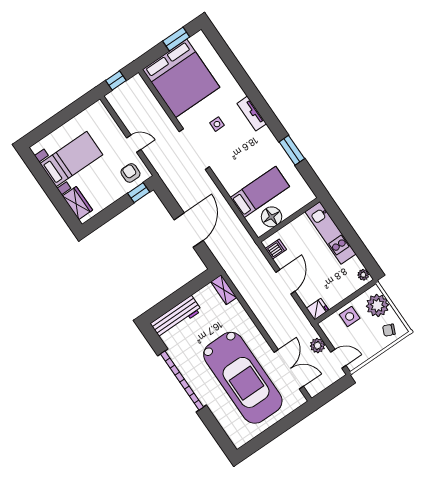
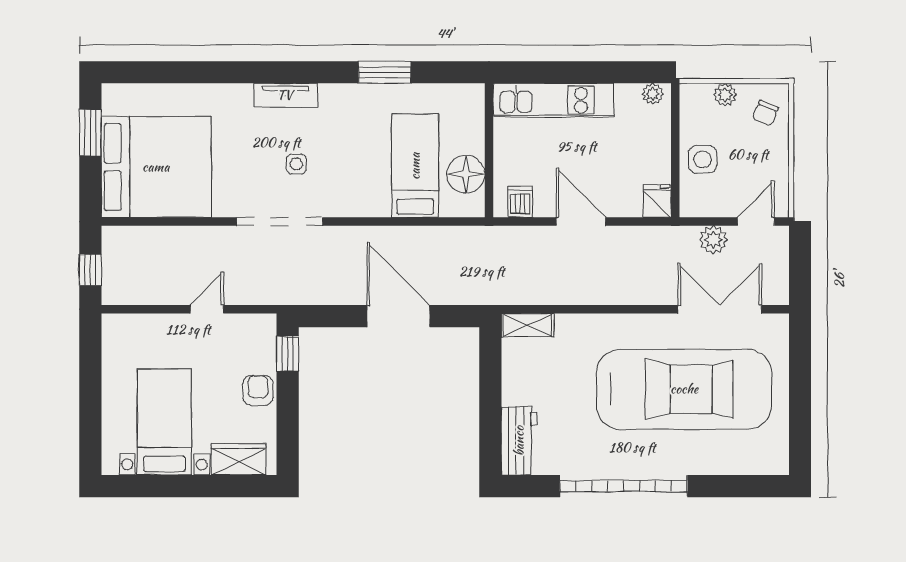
side table: (217, 124) -> (296, 164), moved
armchair: (130, 173) -> (258, 390), moved, turned 90
plant: (377, 305) -> (725, 95), width x0.53, depth x0.53
workbench: (176, 317) -> (519, 441), width x0.73

